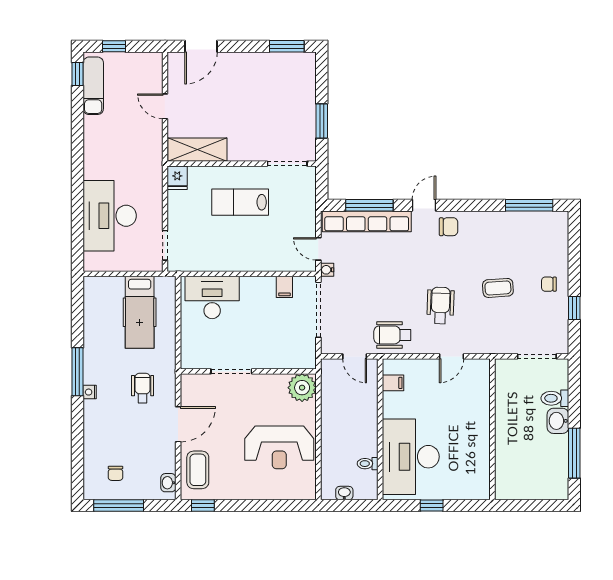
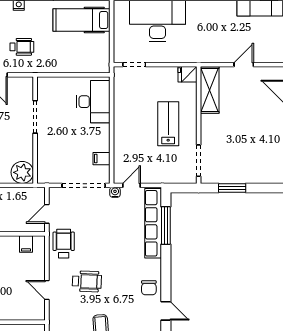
door: (424, 205) -> (166, 311), moved
hospital bed: (140, 312) -> (82, 20), moved

